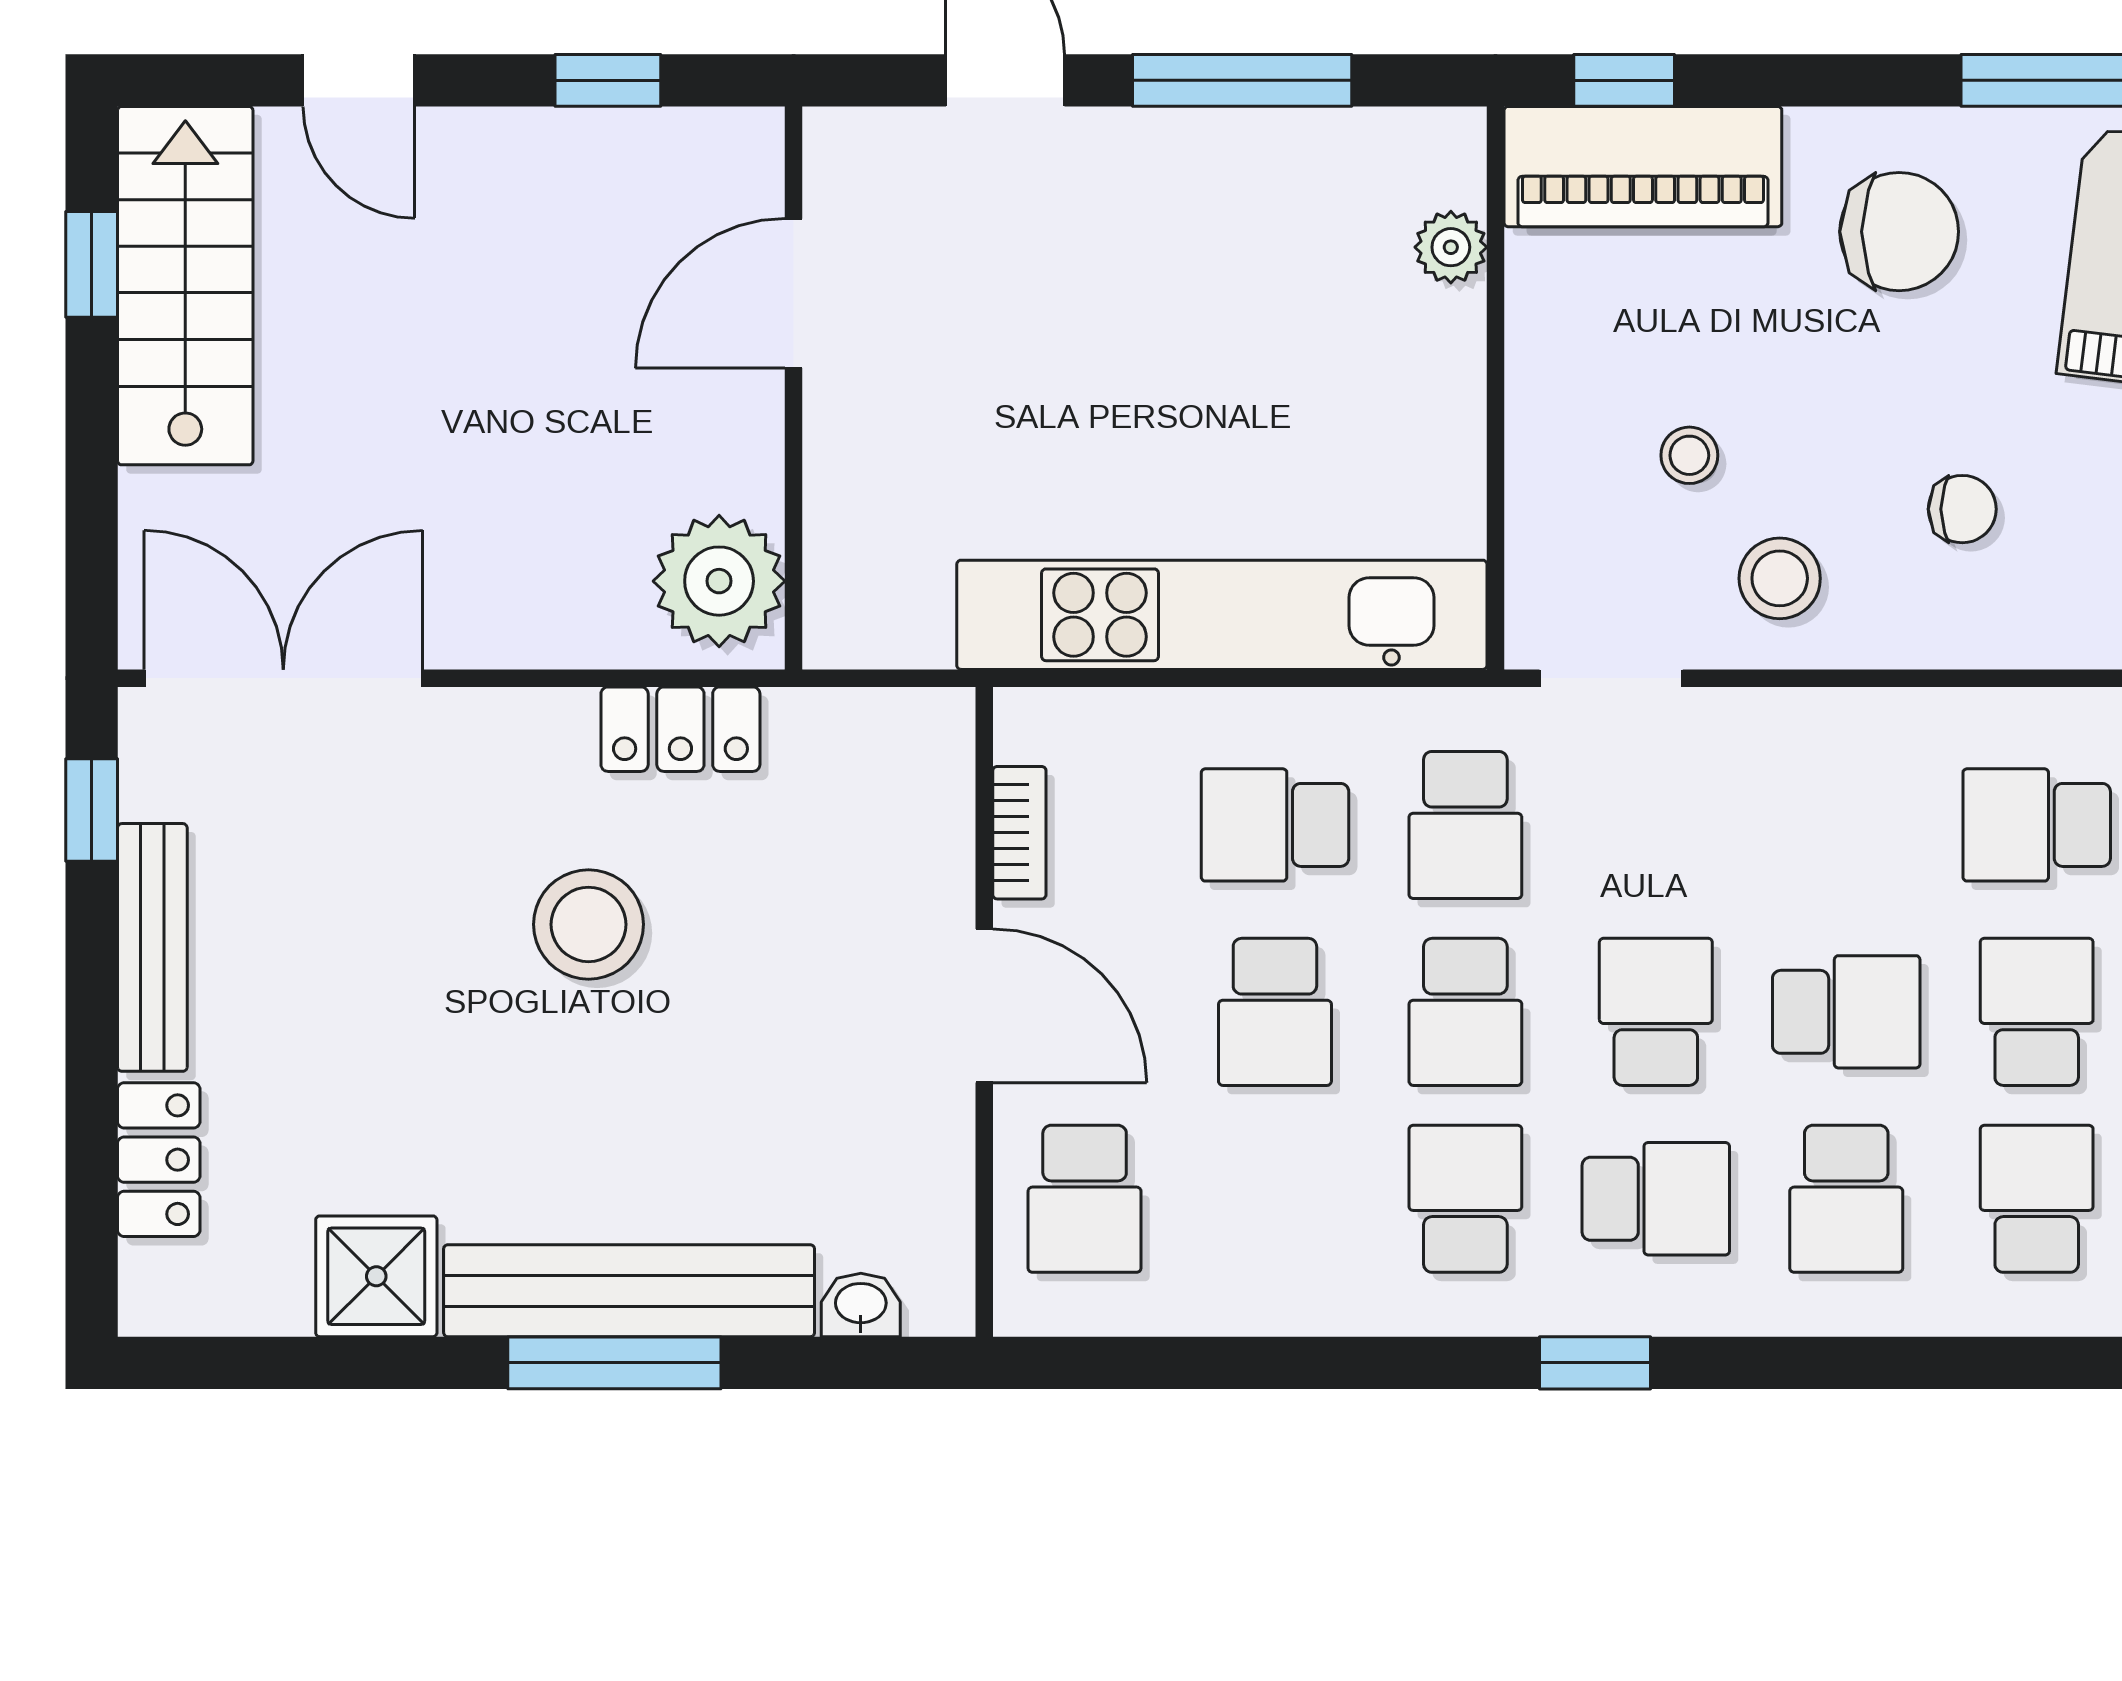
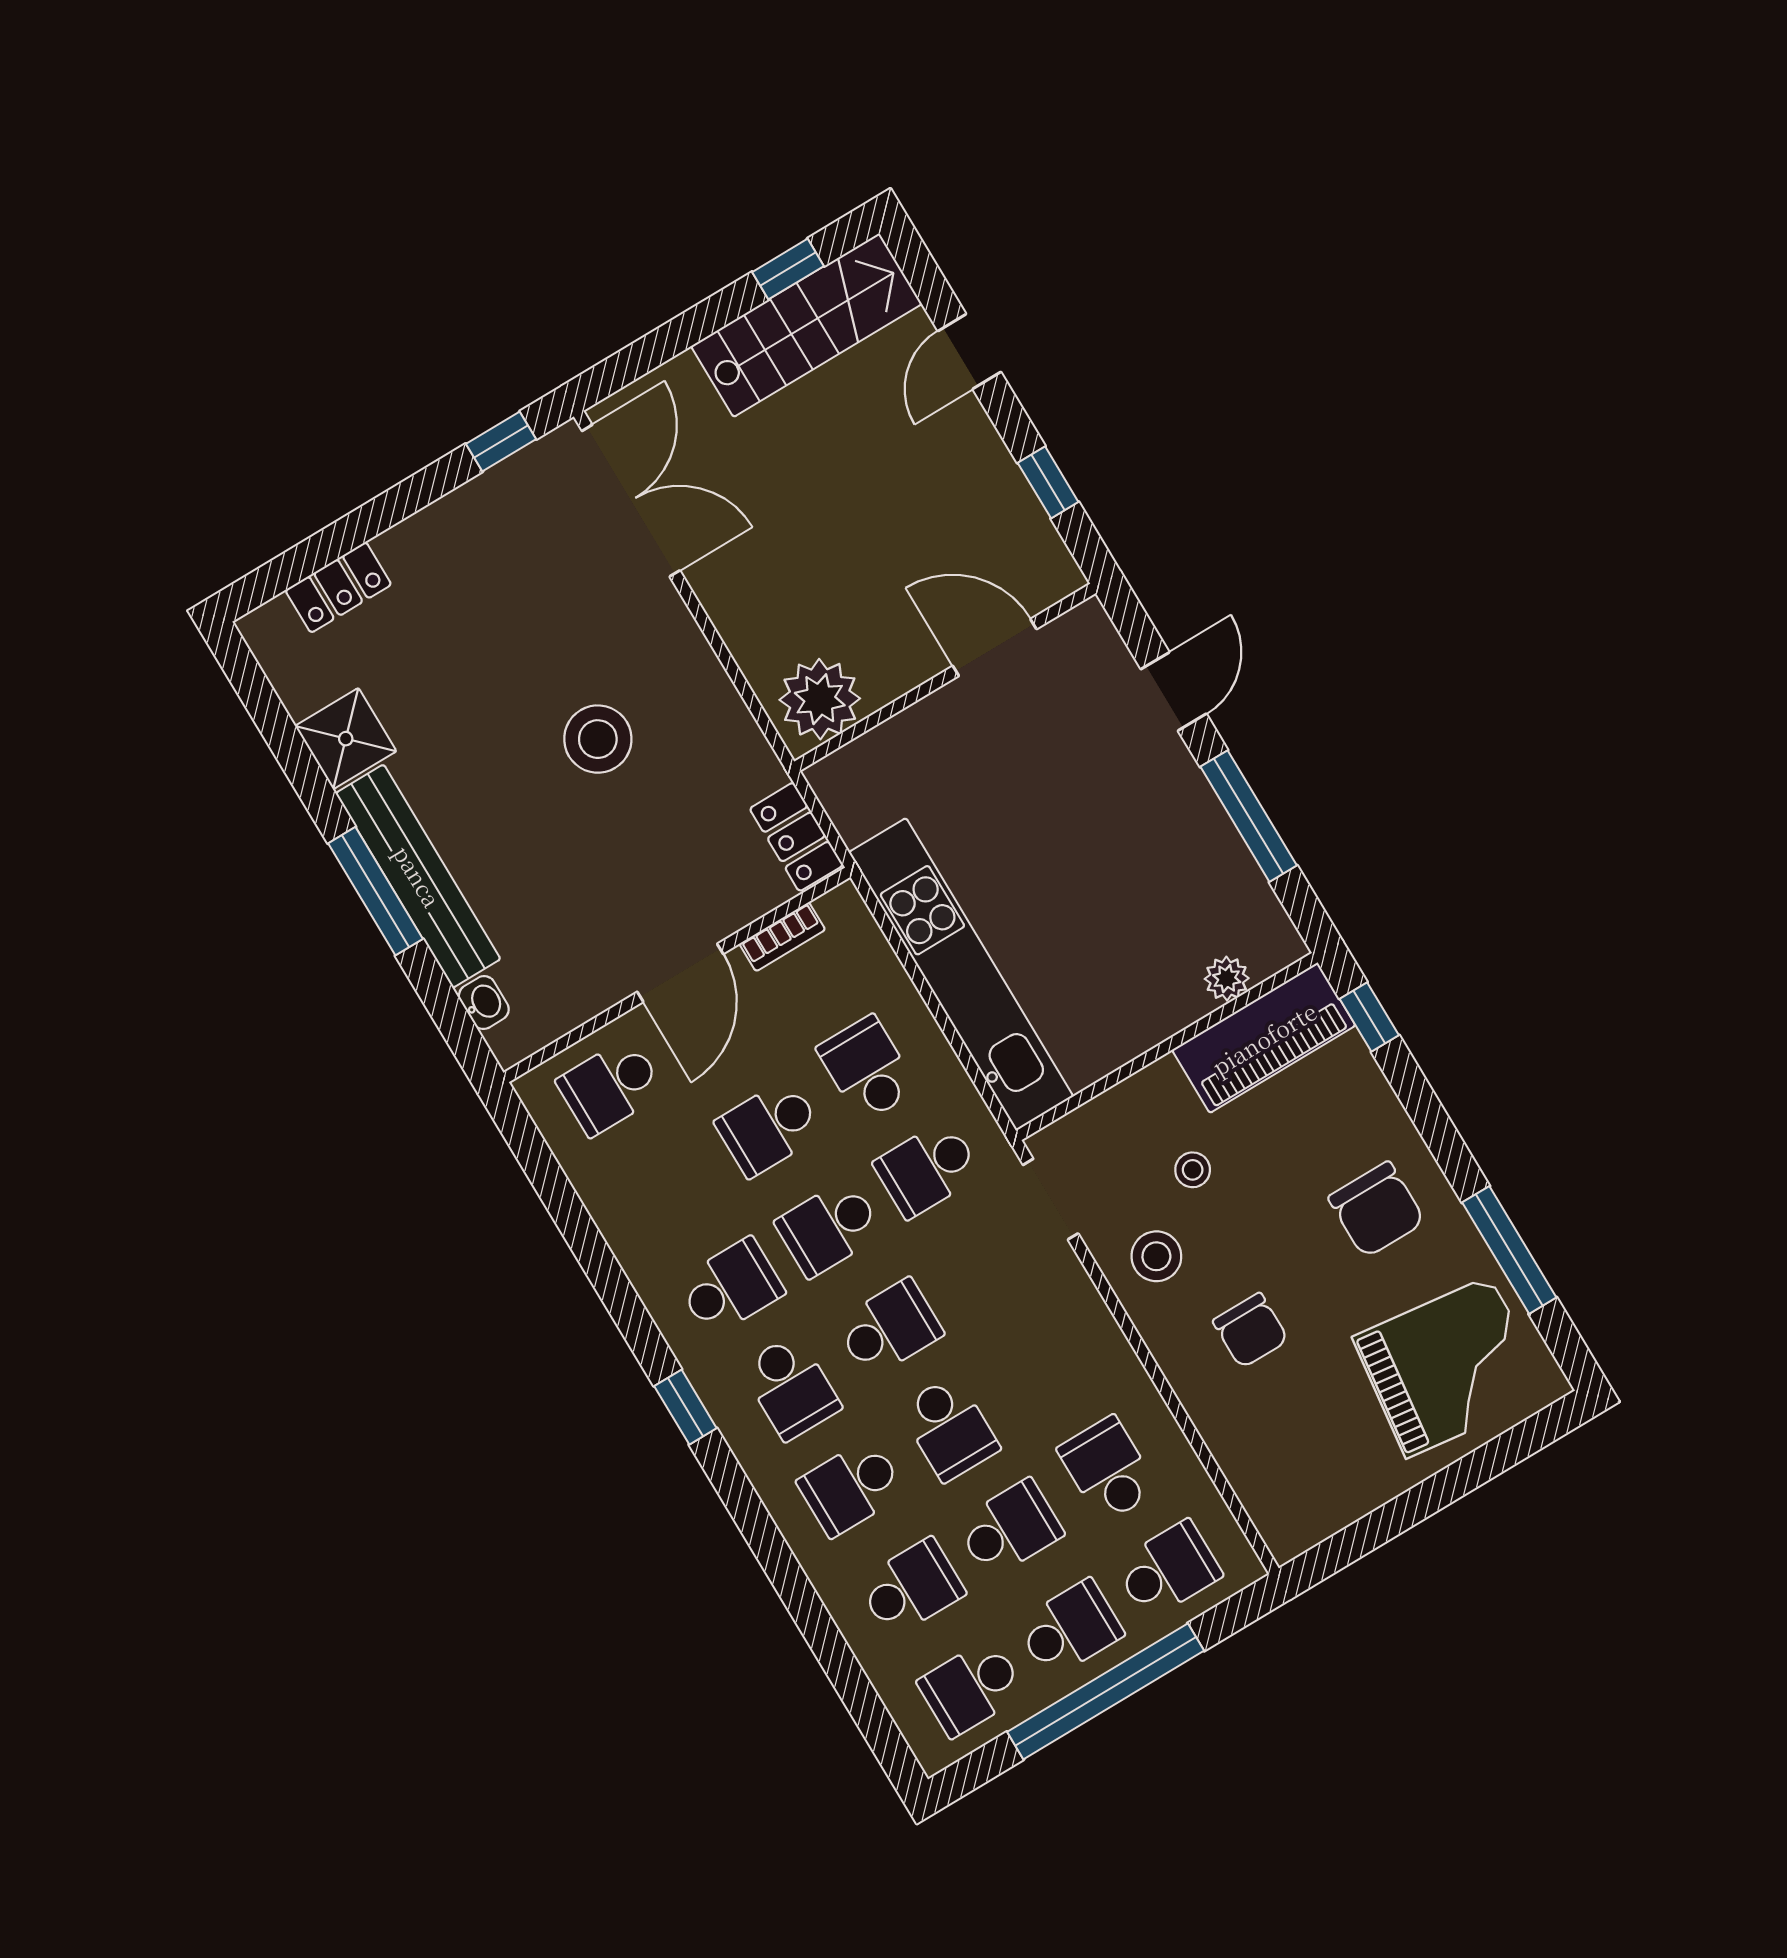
piano: (1643, 167) -> (1264, 1038), moved, turned -90
chair: (1962, 509) -> (1251, 1330), width x1.37, depth x1.37
locker: (680, 729) -> (796, 837), moved
bench: (152, 947) -> (448, 517), removed

